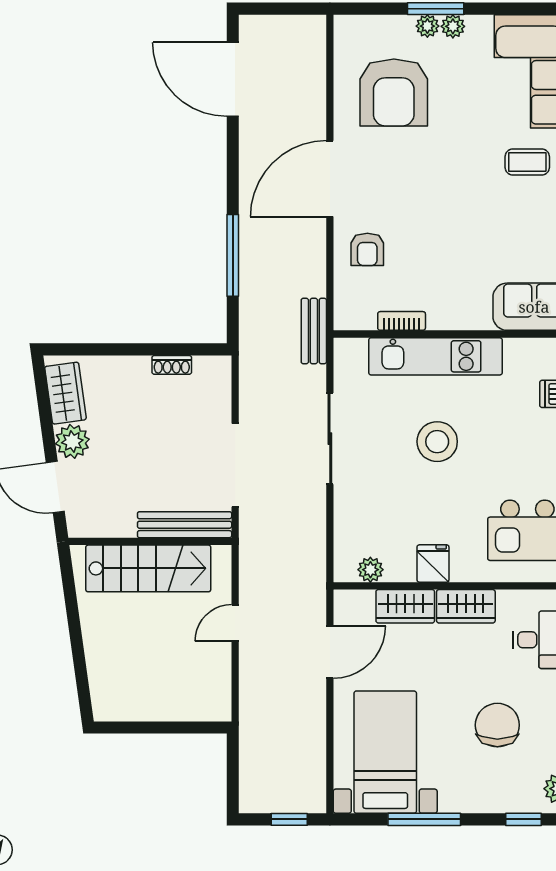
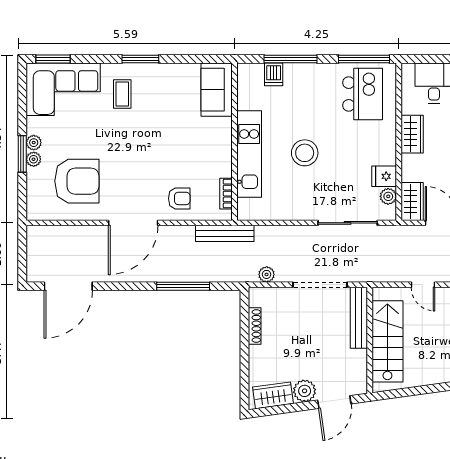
door: (330, 179) -> (133, 223), hinge flipped
bookcase: (402, 321) -> (226, 194), moved
bench: (314, 331) -> (225, 233), width x1.36
shoe rack: (172, 365) -> (255, 326), width x1.43
plant: (251, 383) -> (267, 274), added
sliding door: (330, 439) -> (348, 223), moved
fridge: (433, 563) -> (384, 176), moved
wardrobe: (405, 606) -> (412, 202), moved

